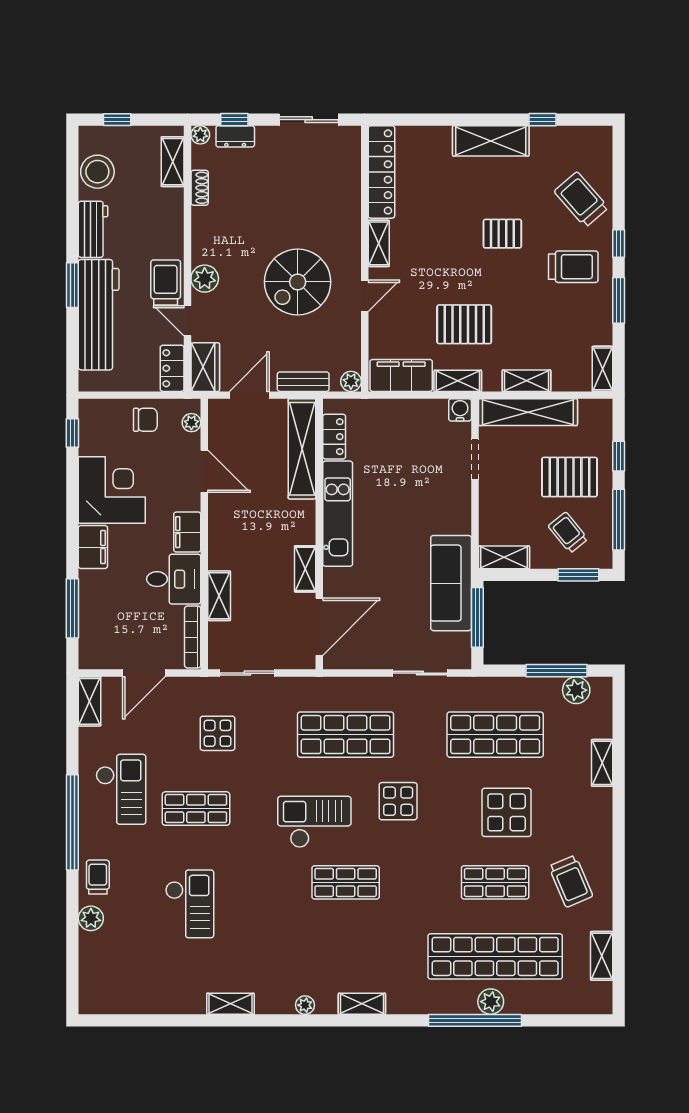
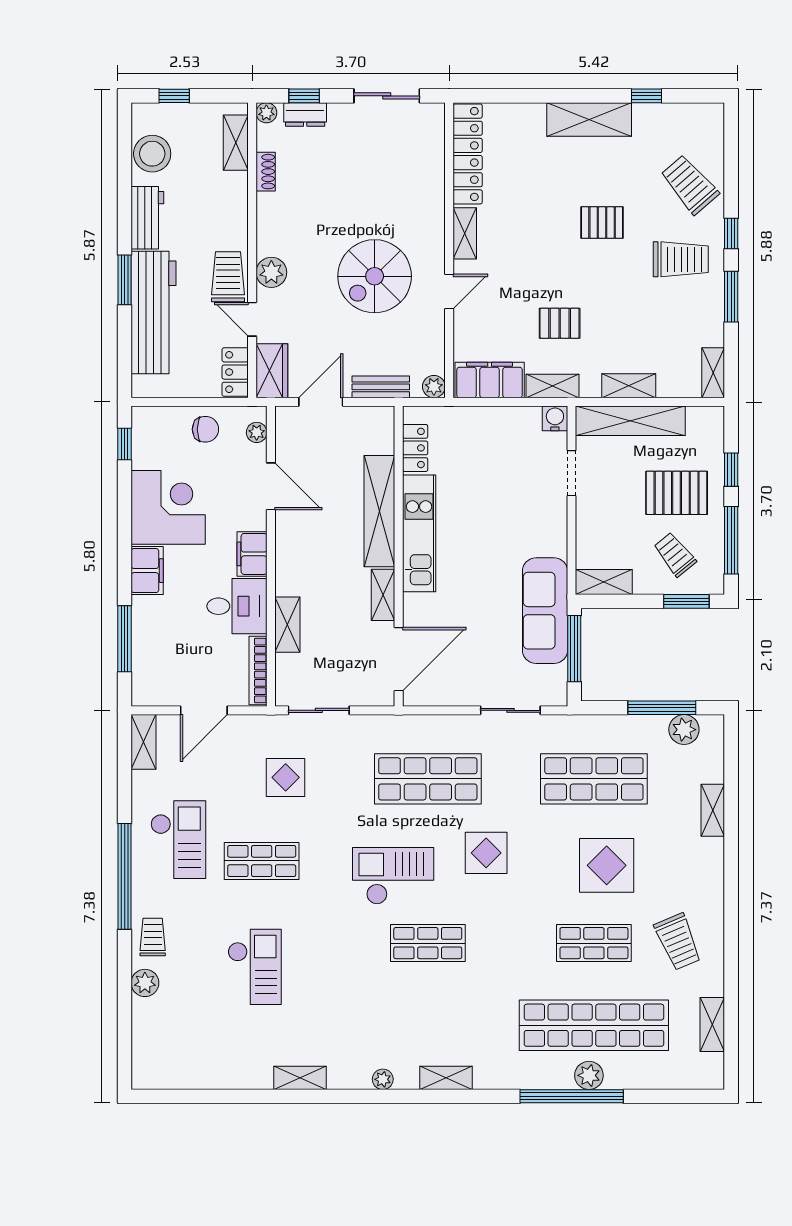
pallet: (464, 324) -> (560, 323), width x0.67, depth x0.71
shelving: (302, 449) -> (379, 511), moved

